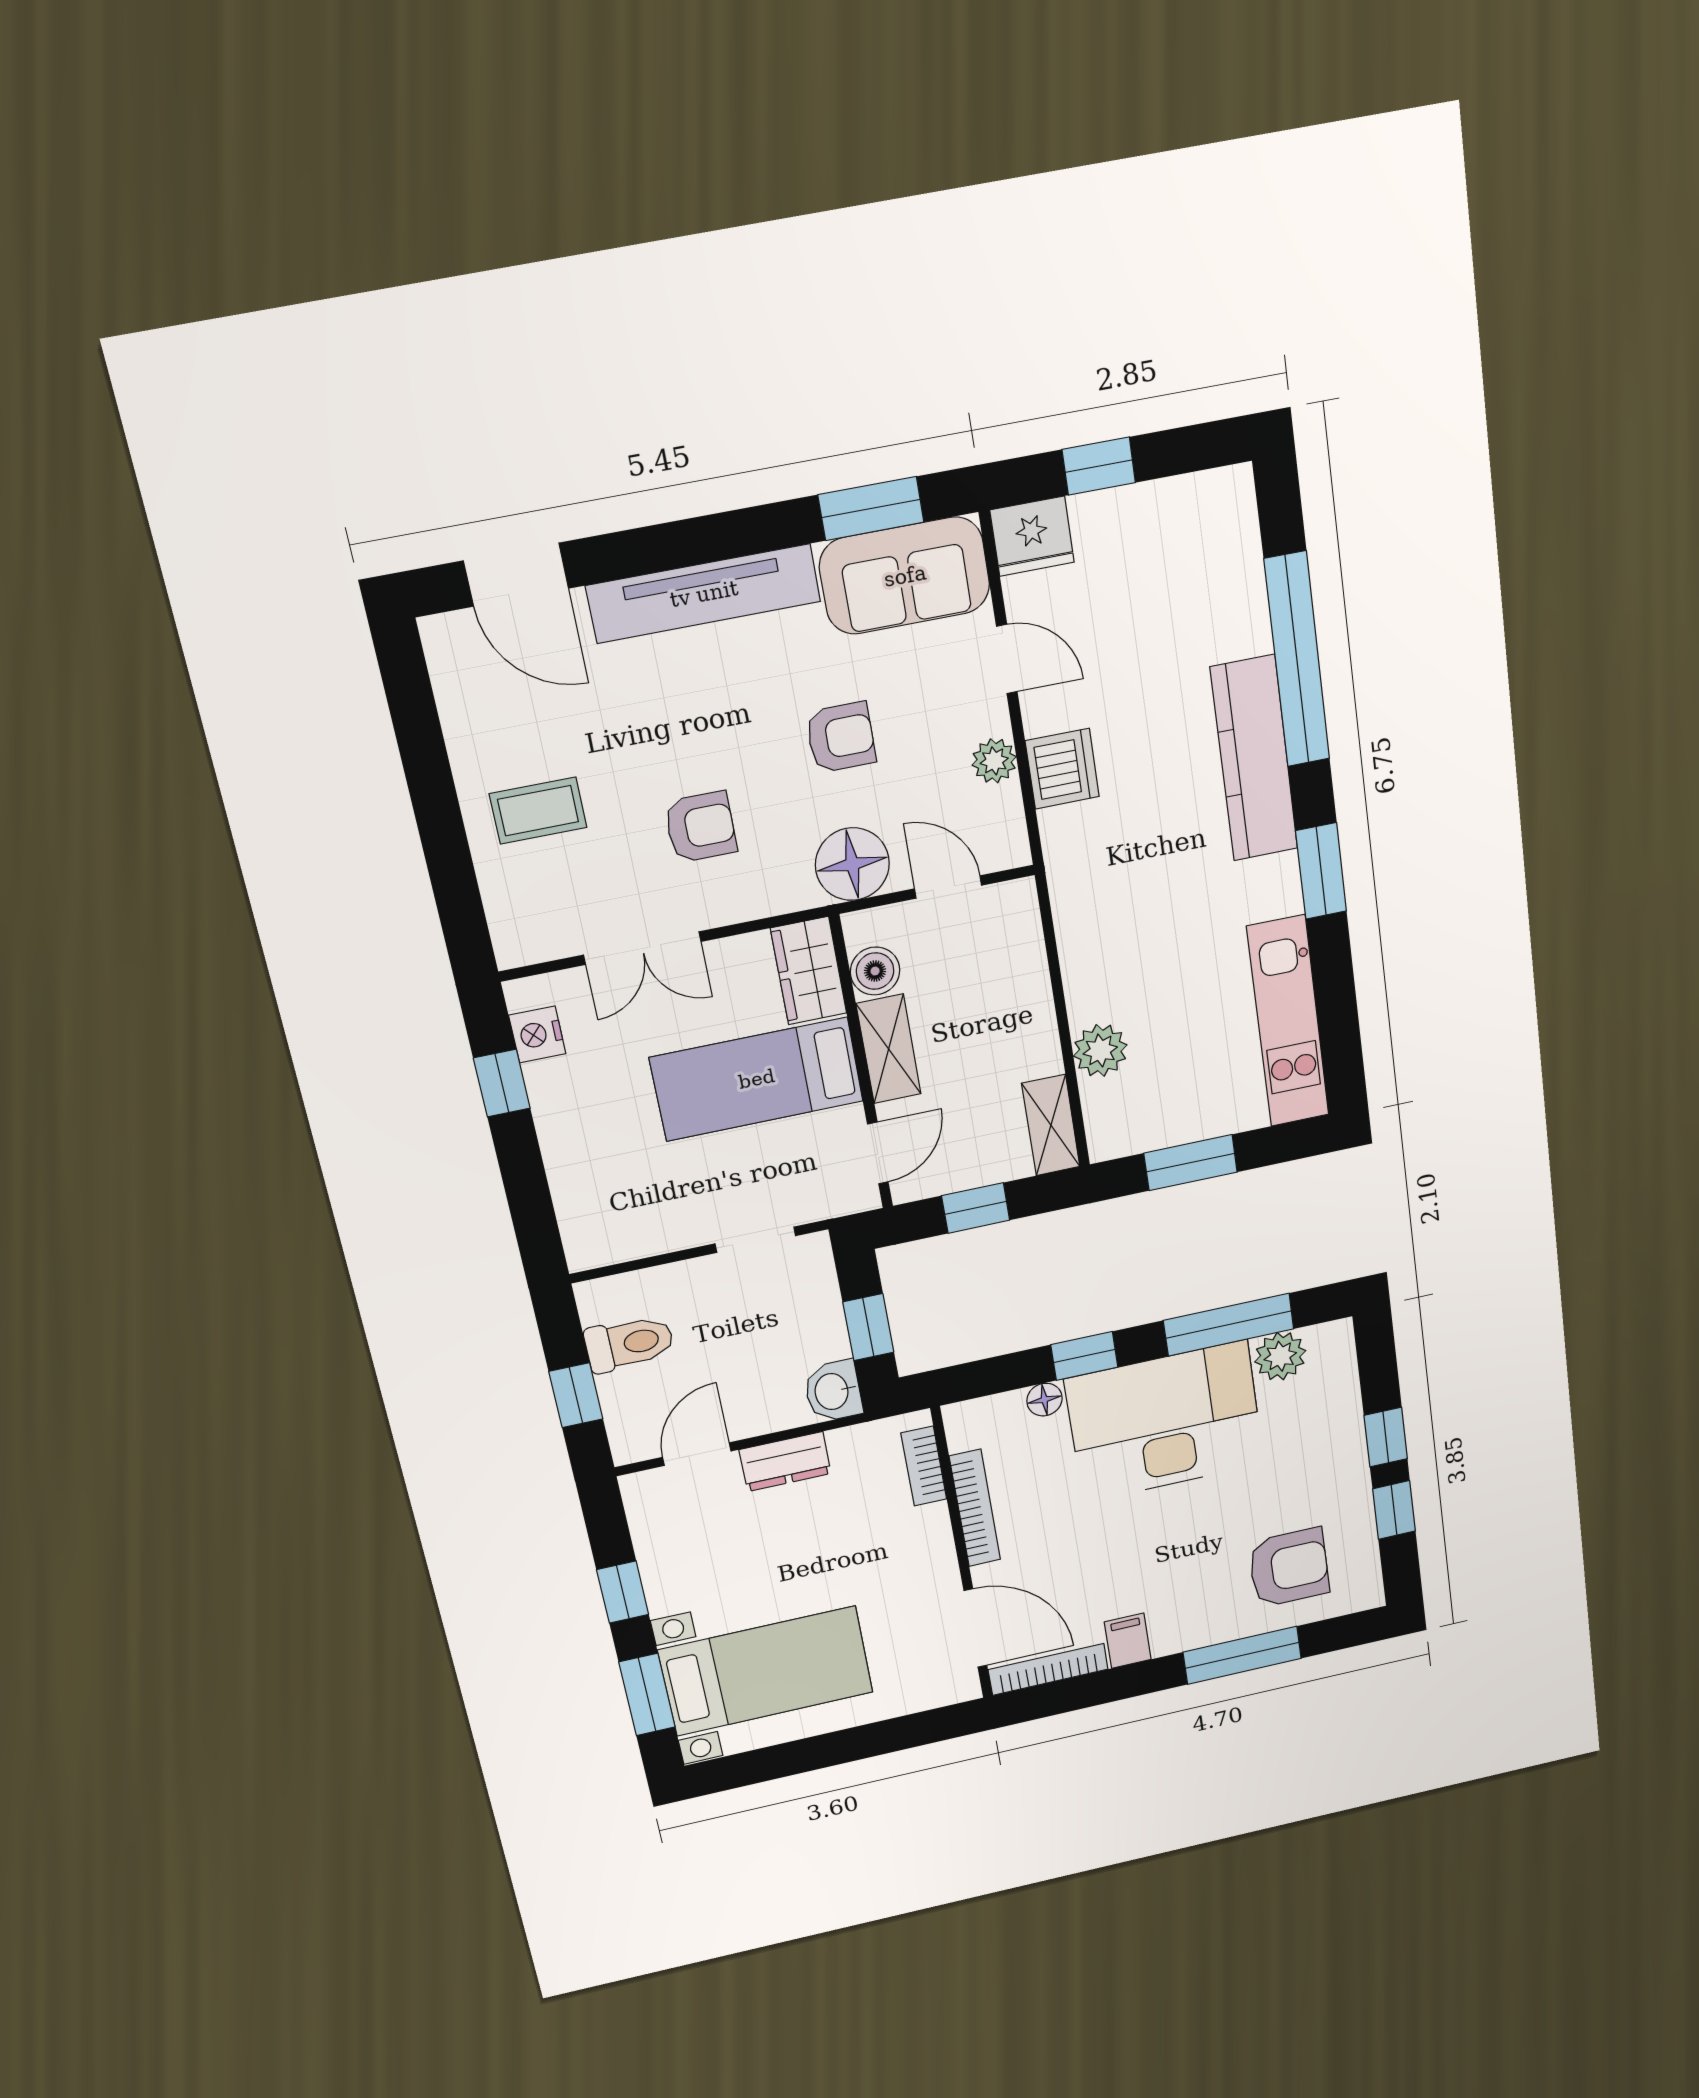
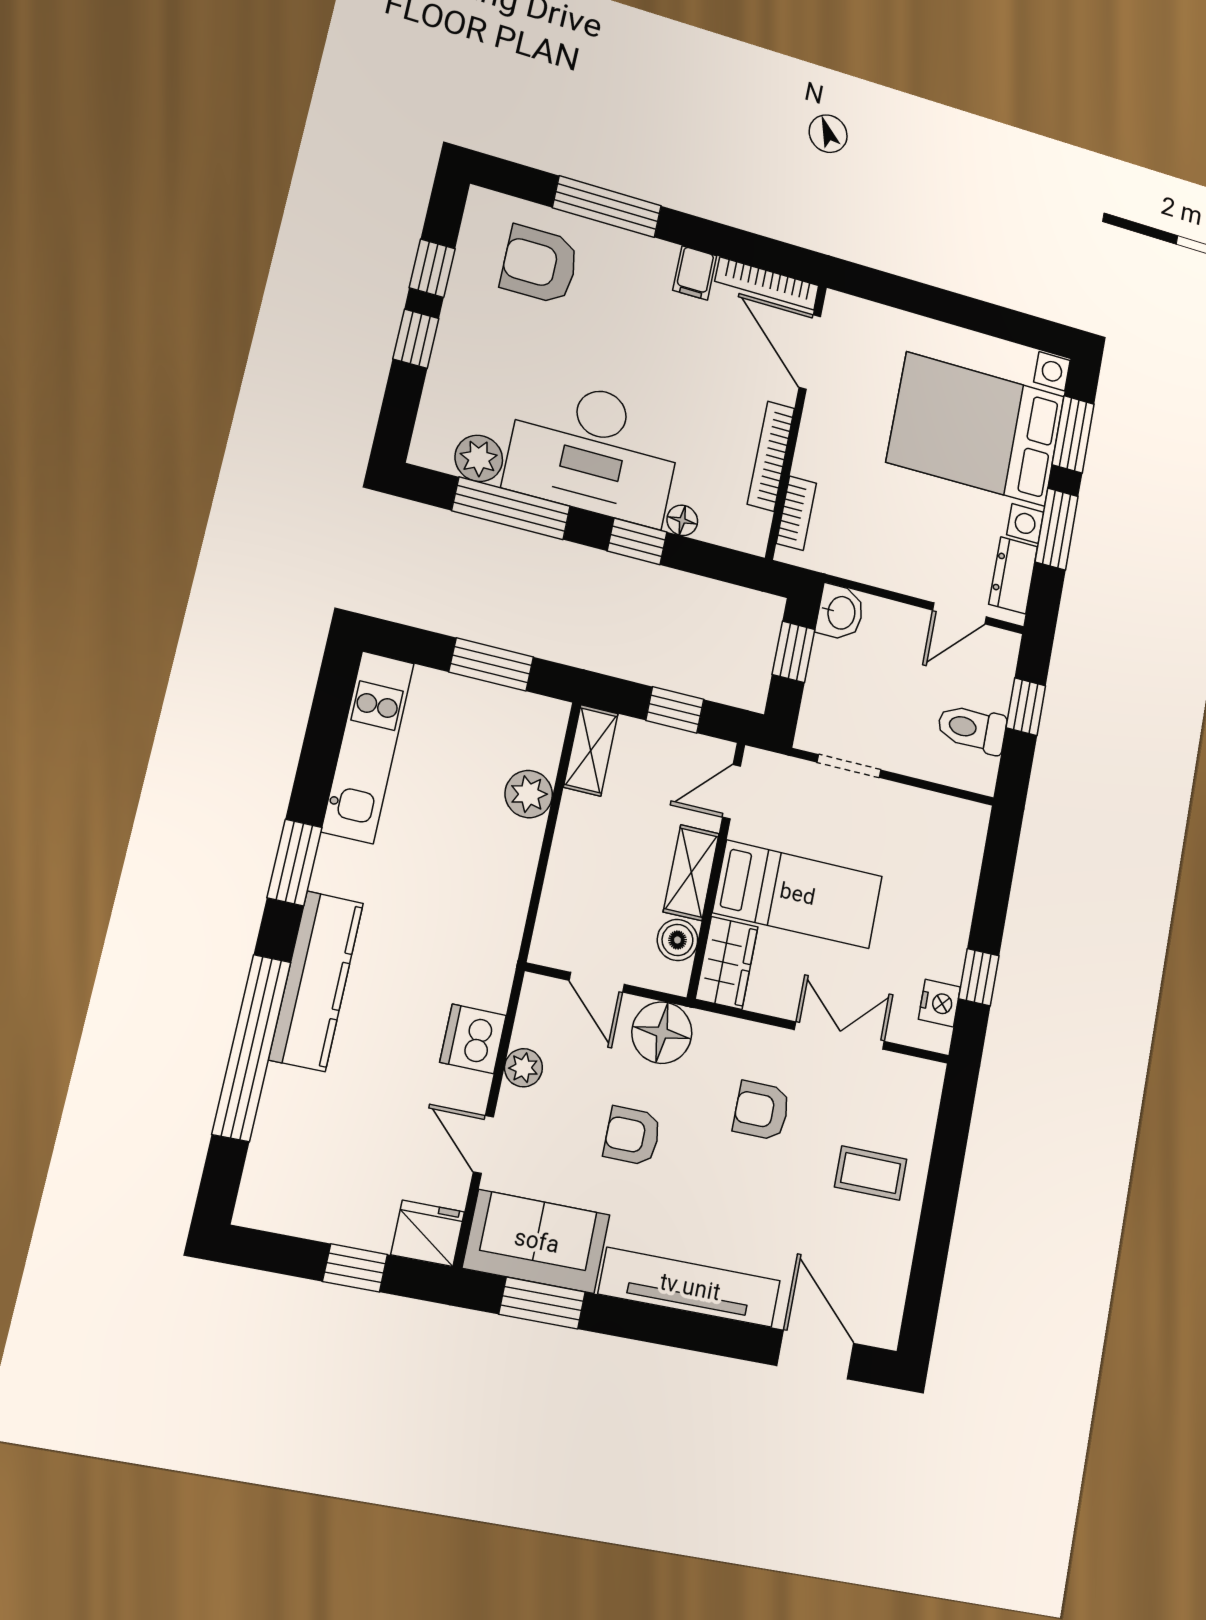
dresser: (785, 1462) -> (1013, 575), moved, turned -90
window: (623, 1592) -> (1057, 529), width x1.50
bed with nightstands: (766, 1671) -> (976, 429), width x1.36

